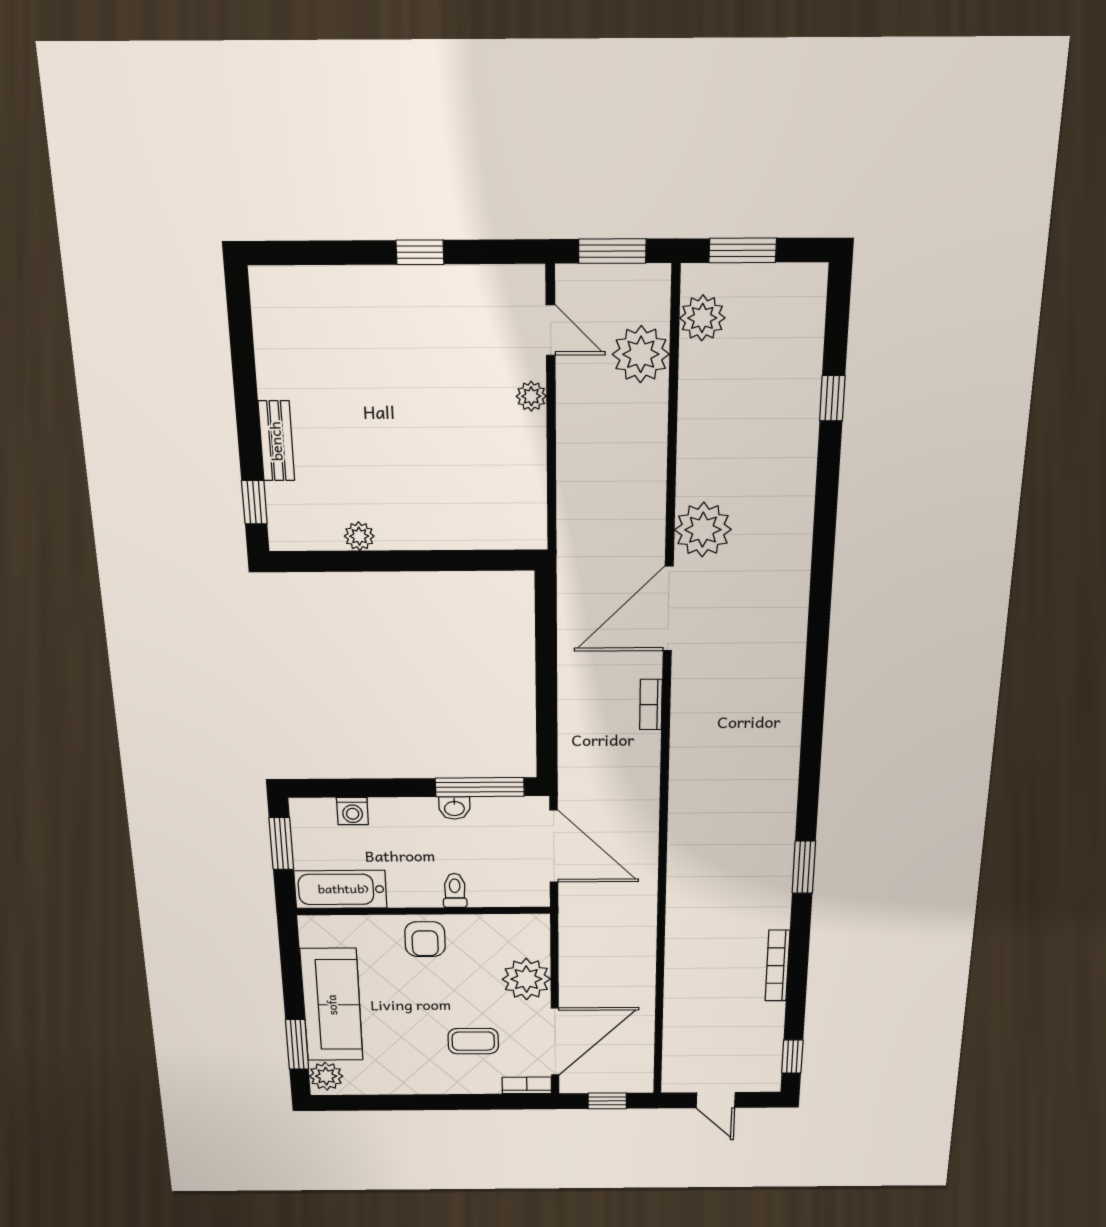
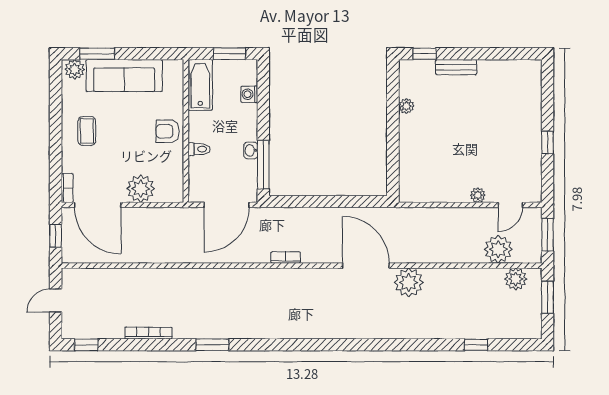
bookcase: (651, 705) -> (286, 257), moved
coffee table: (473, 1041) -> (87, 131), moved

